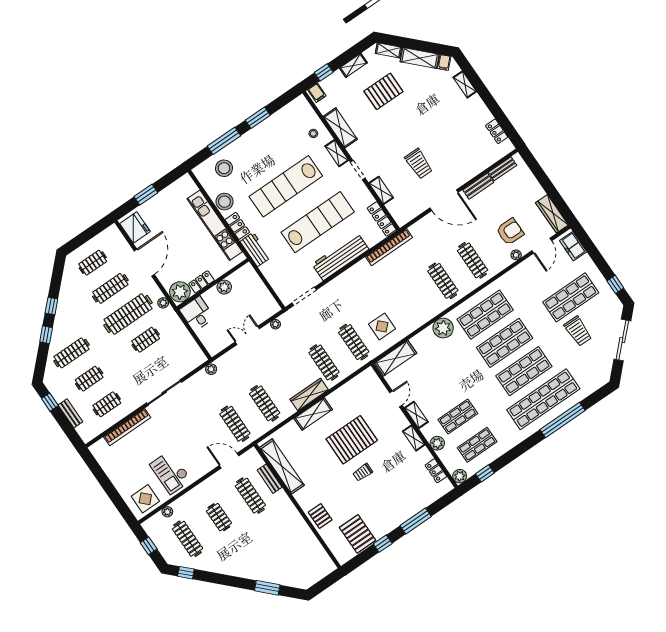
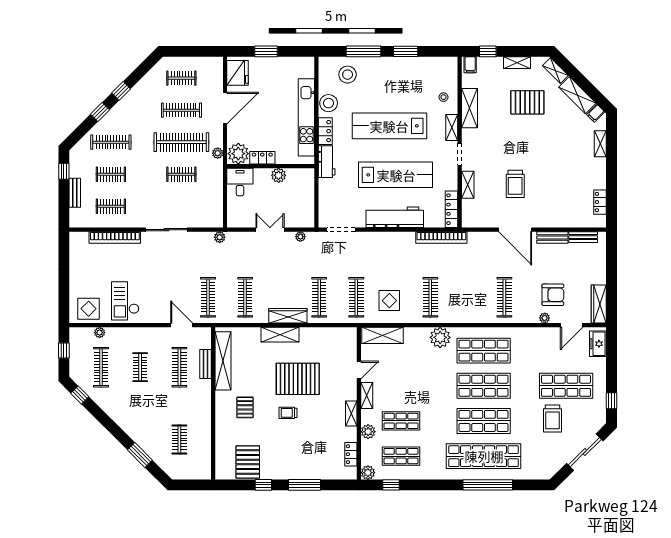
clothes rail: (443, 281) -> (430, 297), moved
pallet: (320, 516) -> (245, 407), moved
clothes rail: (290, 554) -> (179, 440), added

